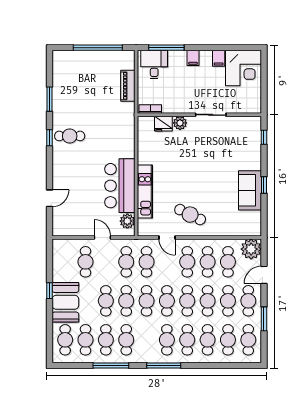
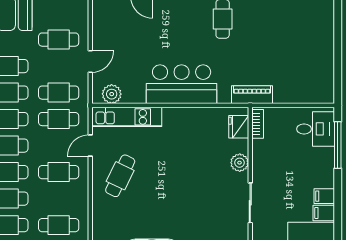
window: (98, 48) -> (338, 55), removed
filing cabinet: (193, 58) -> (324, 196), moved
piano: (128, 86) -> (252, 95), moved
fridge: (163, 124) -> (239, 127), moved
bar counter: (120, 186) -> (182, 84), moved
kitchen unit: (145, 192) -> (127, 117), moved
cafe table: (208, 262) -> (59, 199), removed

